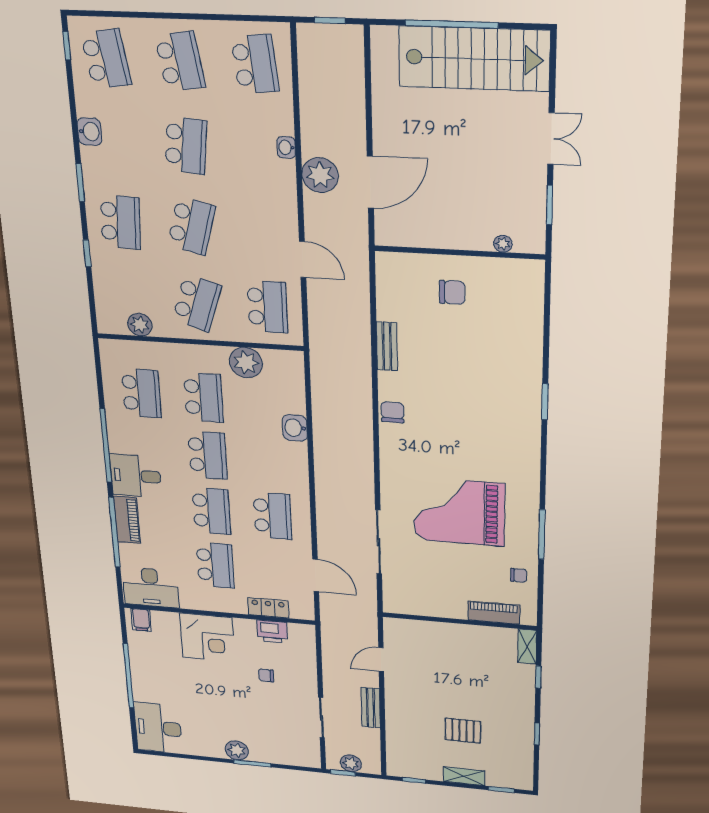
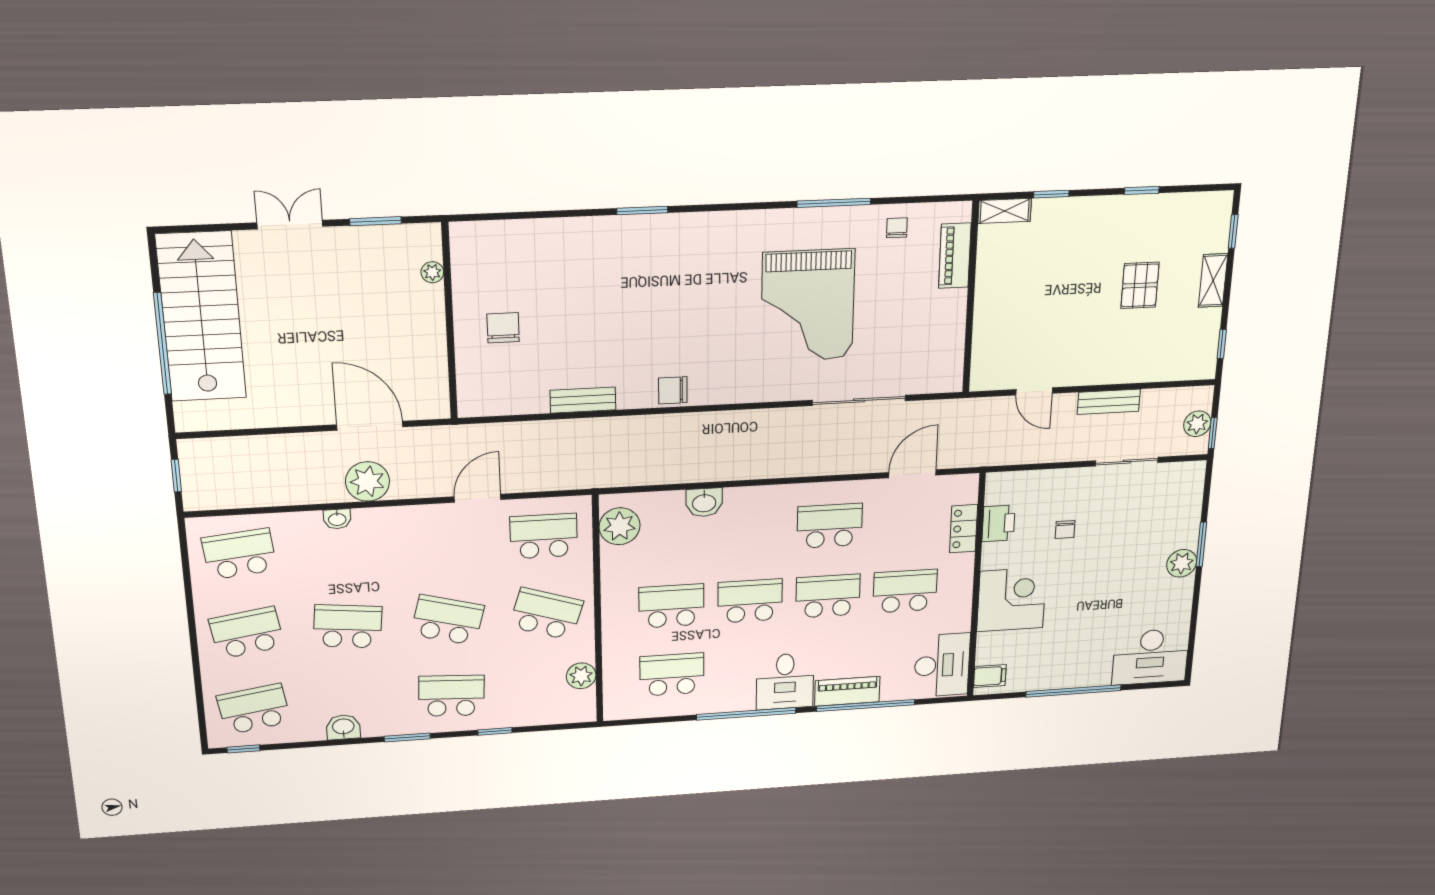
plant: (246, 363) -> (620, 526), moved

